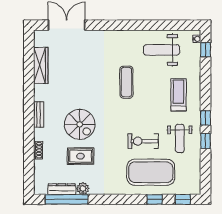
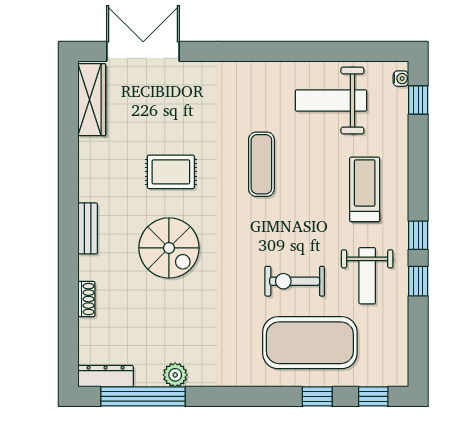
wardrobe: (41, 65) -> (92, 100), moved
rug: (81, 156) -> (171, 172), moved
dresser: (62, 189) -> (106, 376), moved

